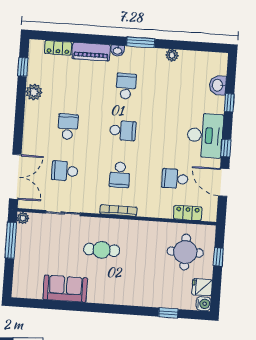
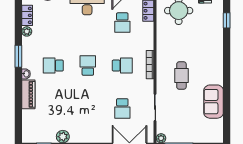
locker: (58, 48) -> (27, 15), moved
school desk: (68, 127) -> (88, 108), removed

